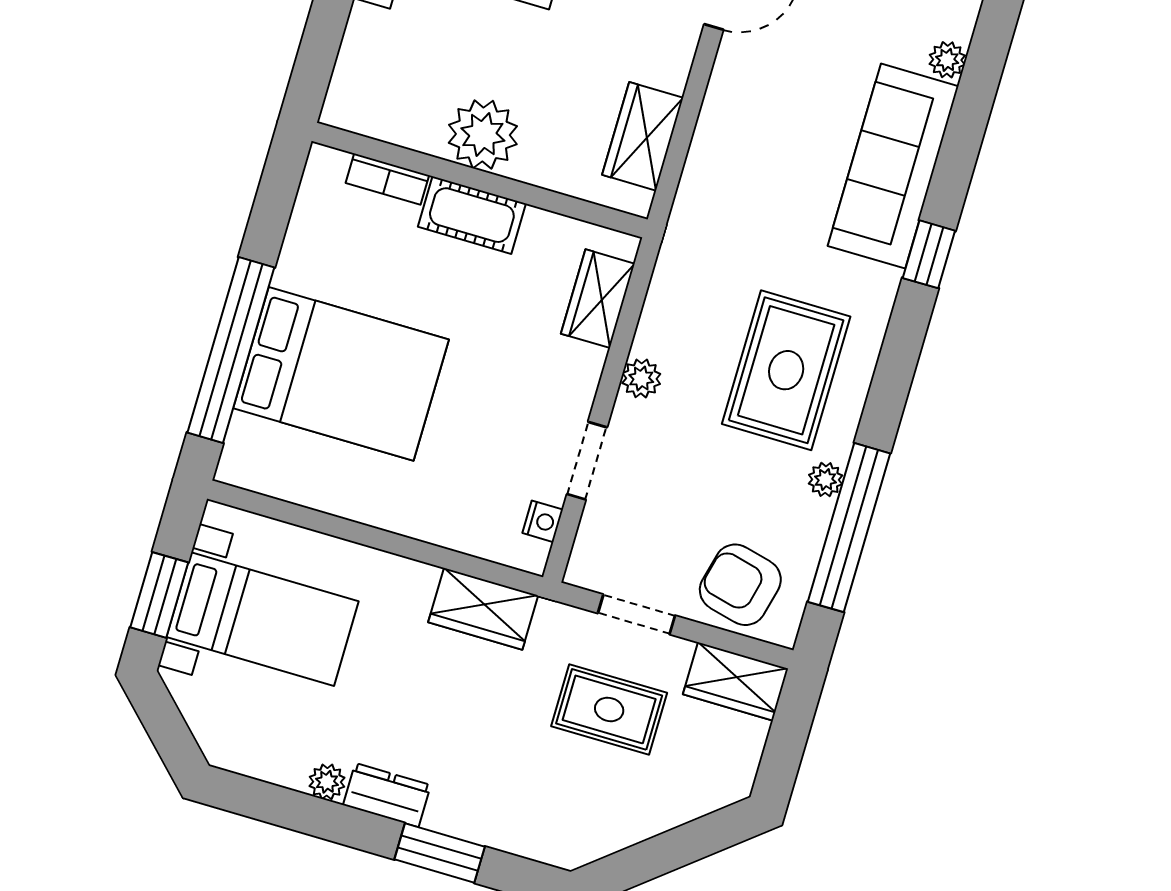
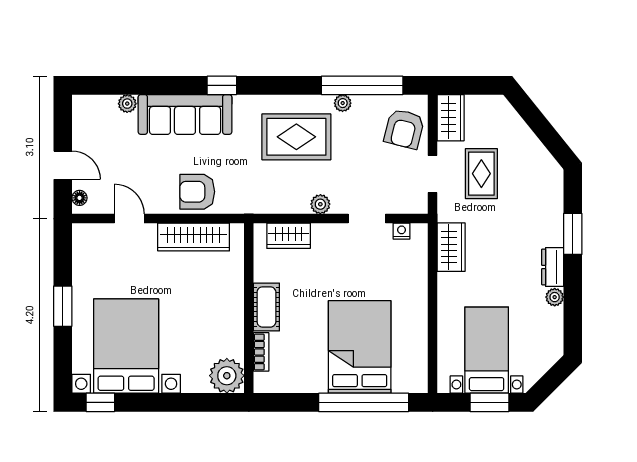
plant: (483, 134) -> (227, 376), moved
wardrobe: (643, 136) -> (194, 237), width x1.50
armchair: (736, 146) -> (197, 192), added

